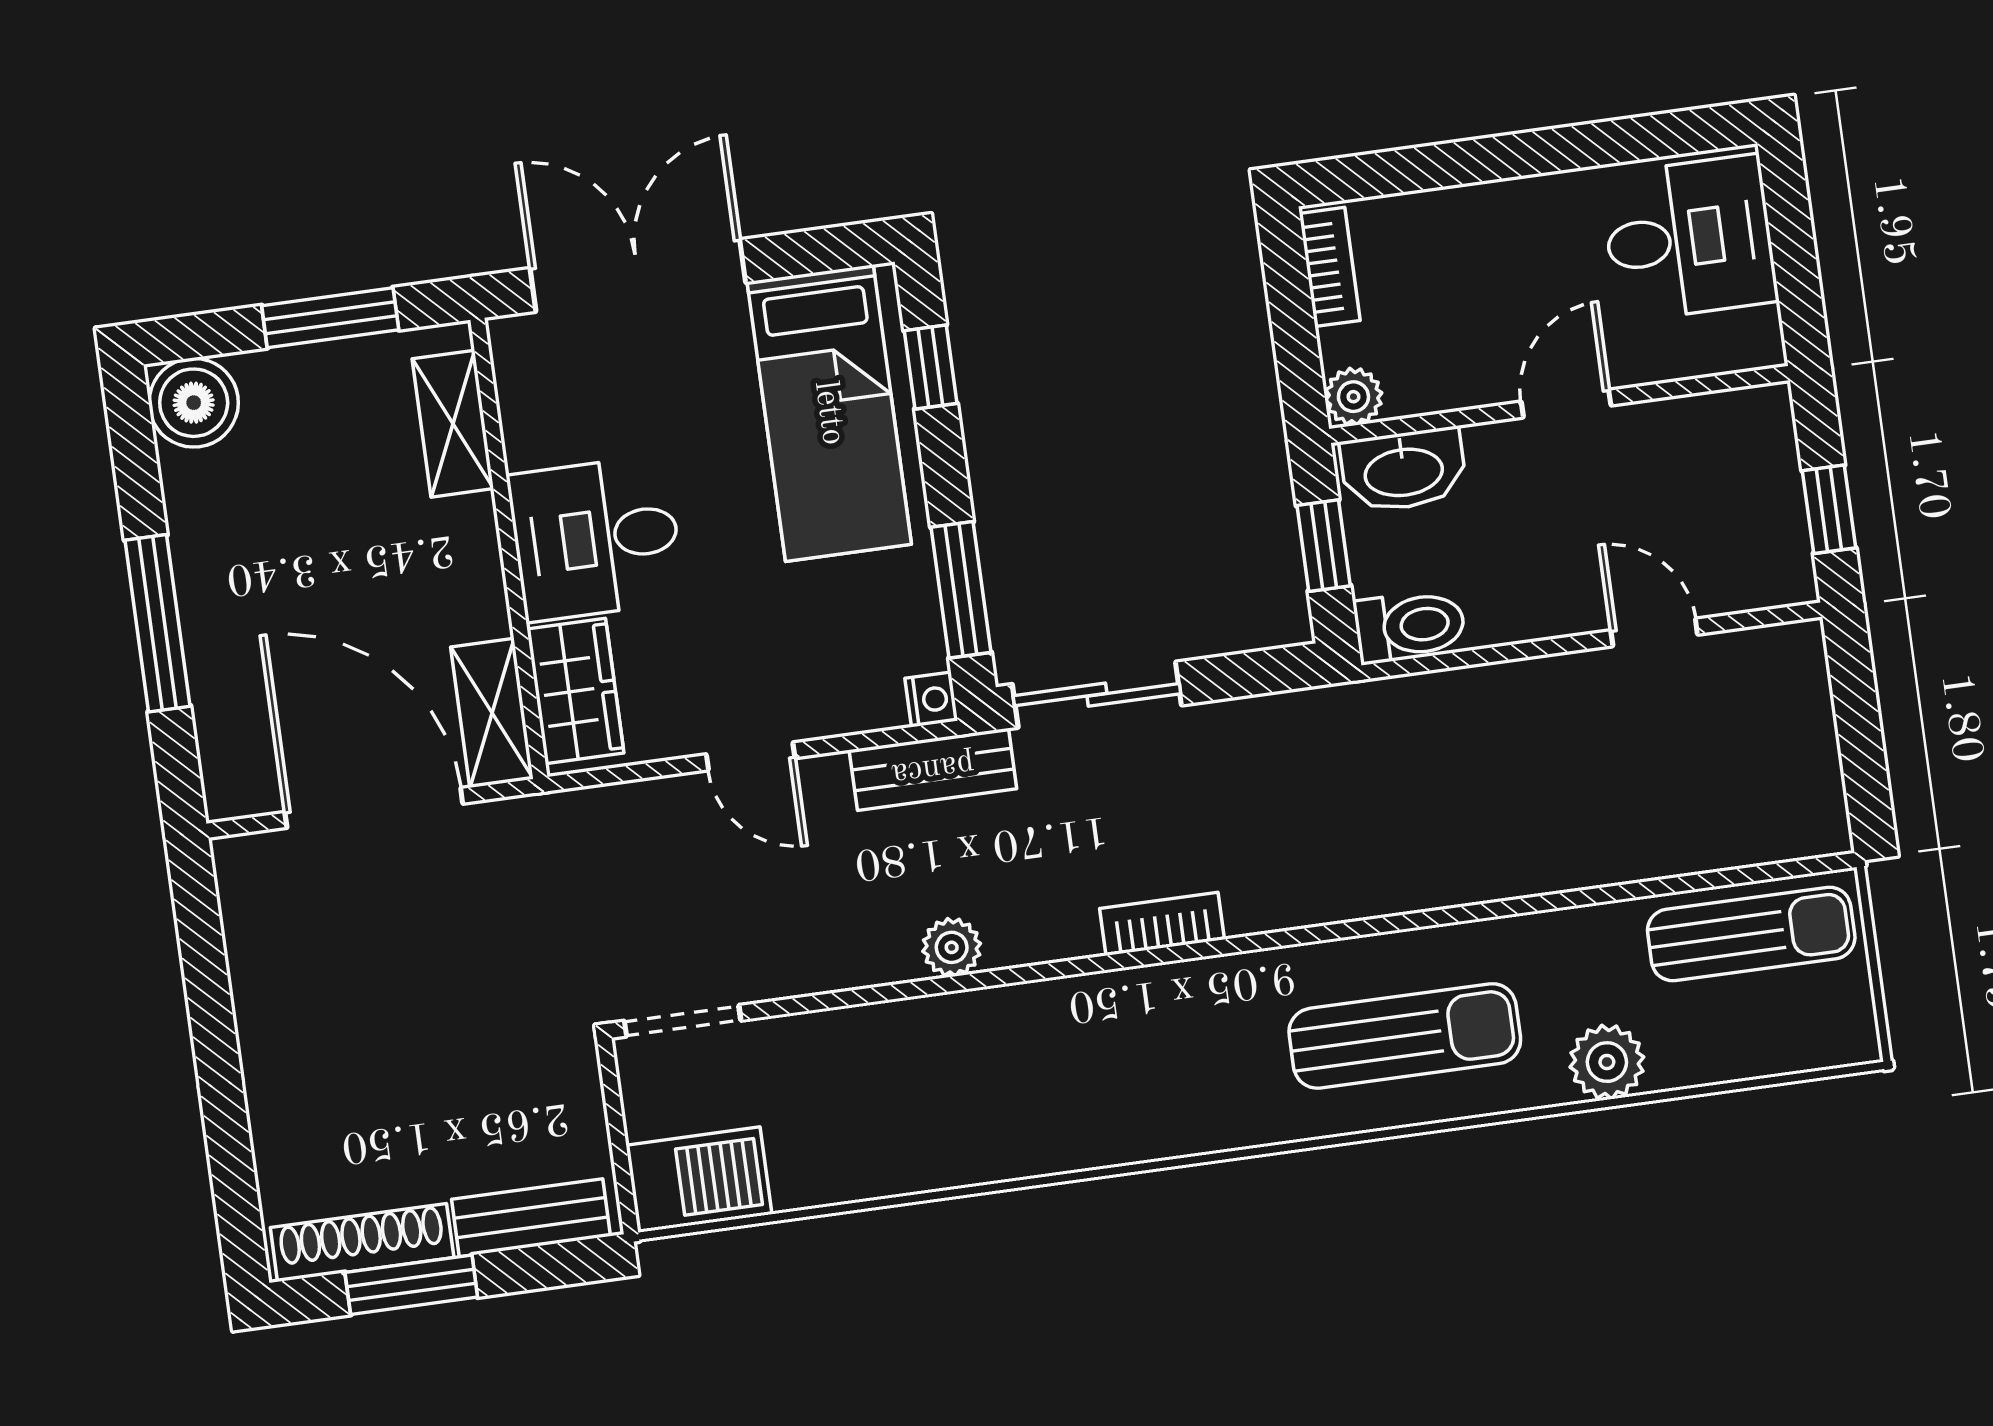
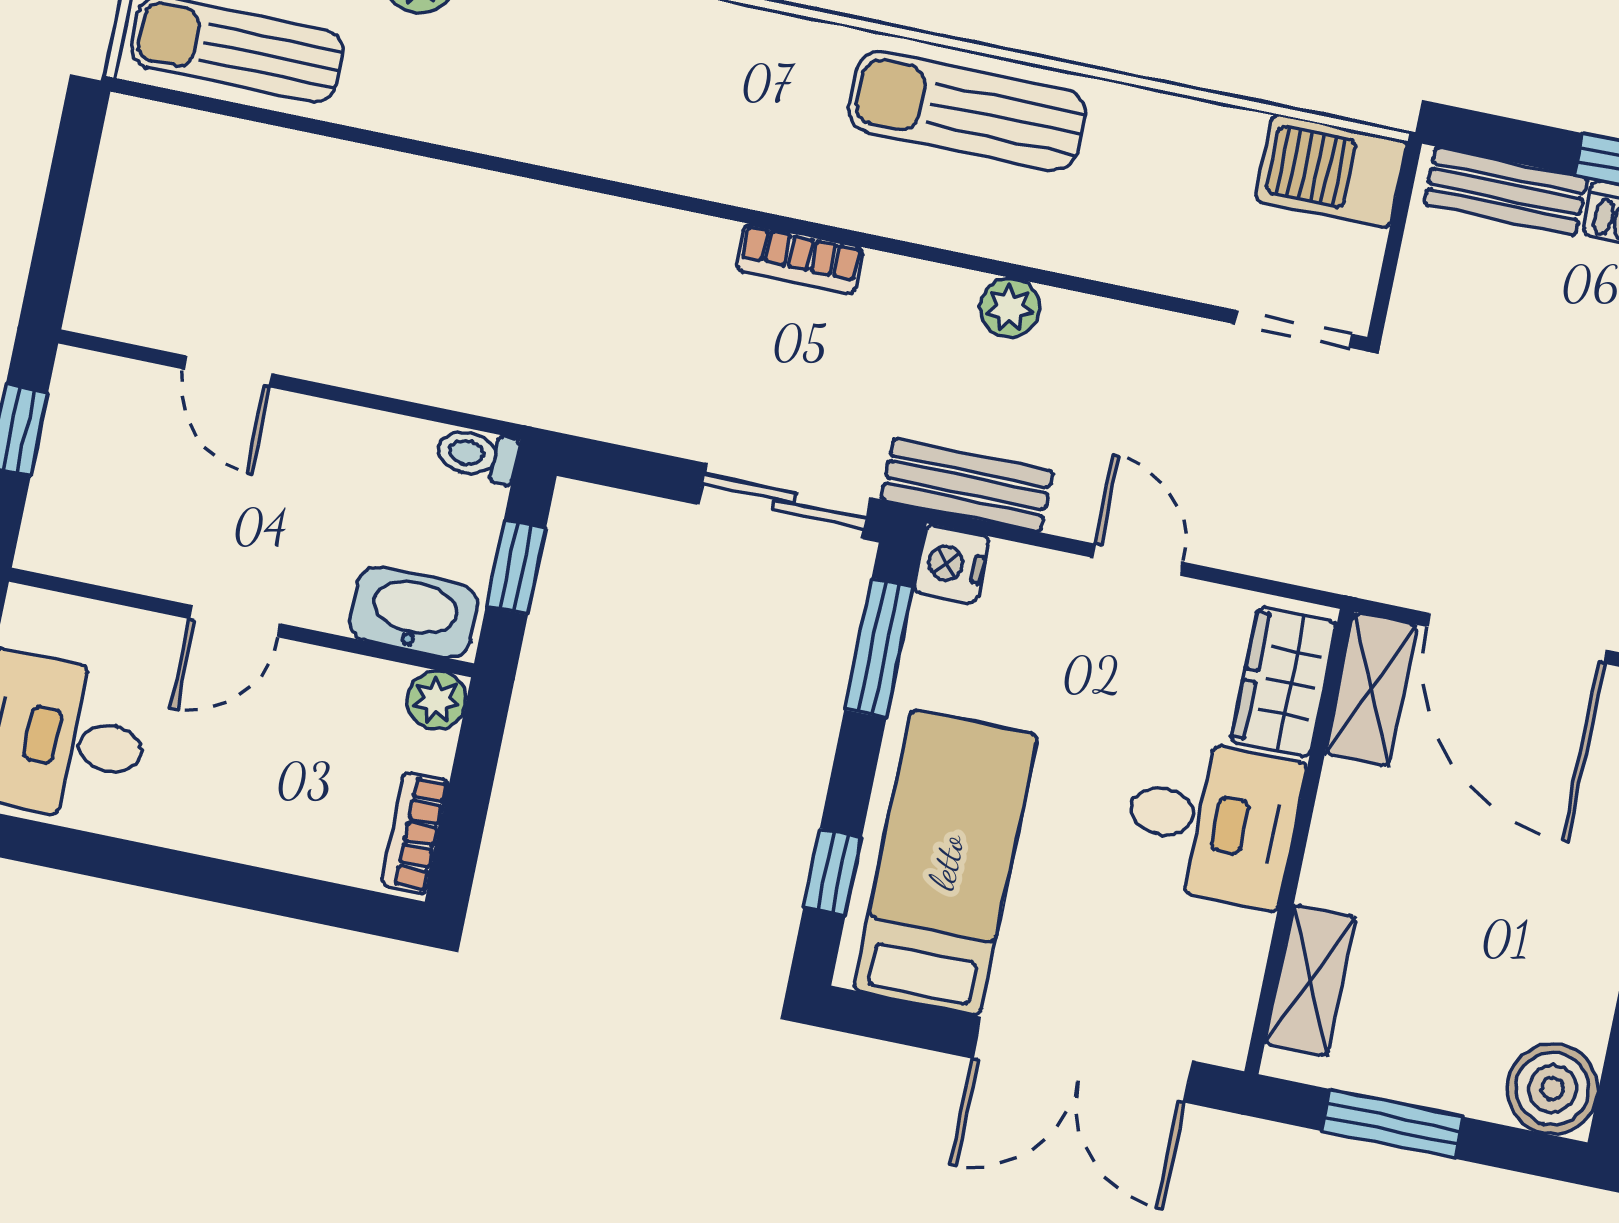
toilet: (1410, 626) -> (477, 455), width x0.73, depth x0.72
nightstand: (931, 700) -> (951, 564), width x1.39, depth x1.35
sun lounger: (1405, 1036) -> (967, 111), moved

